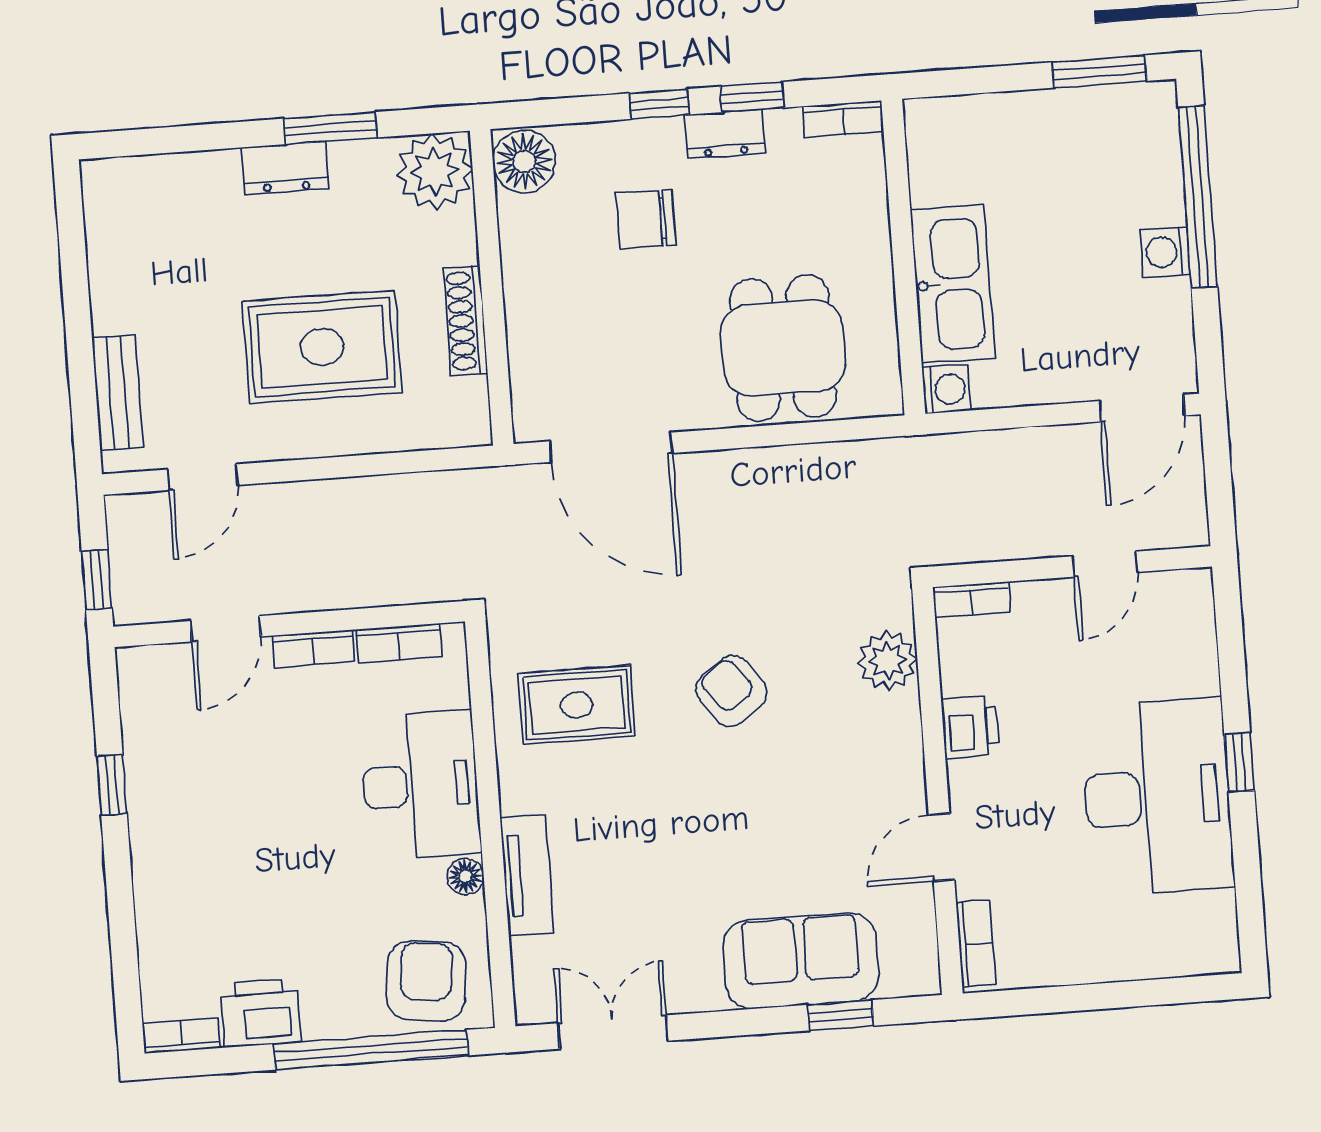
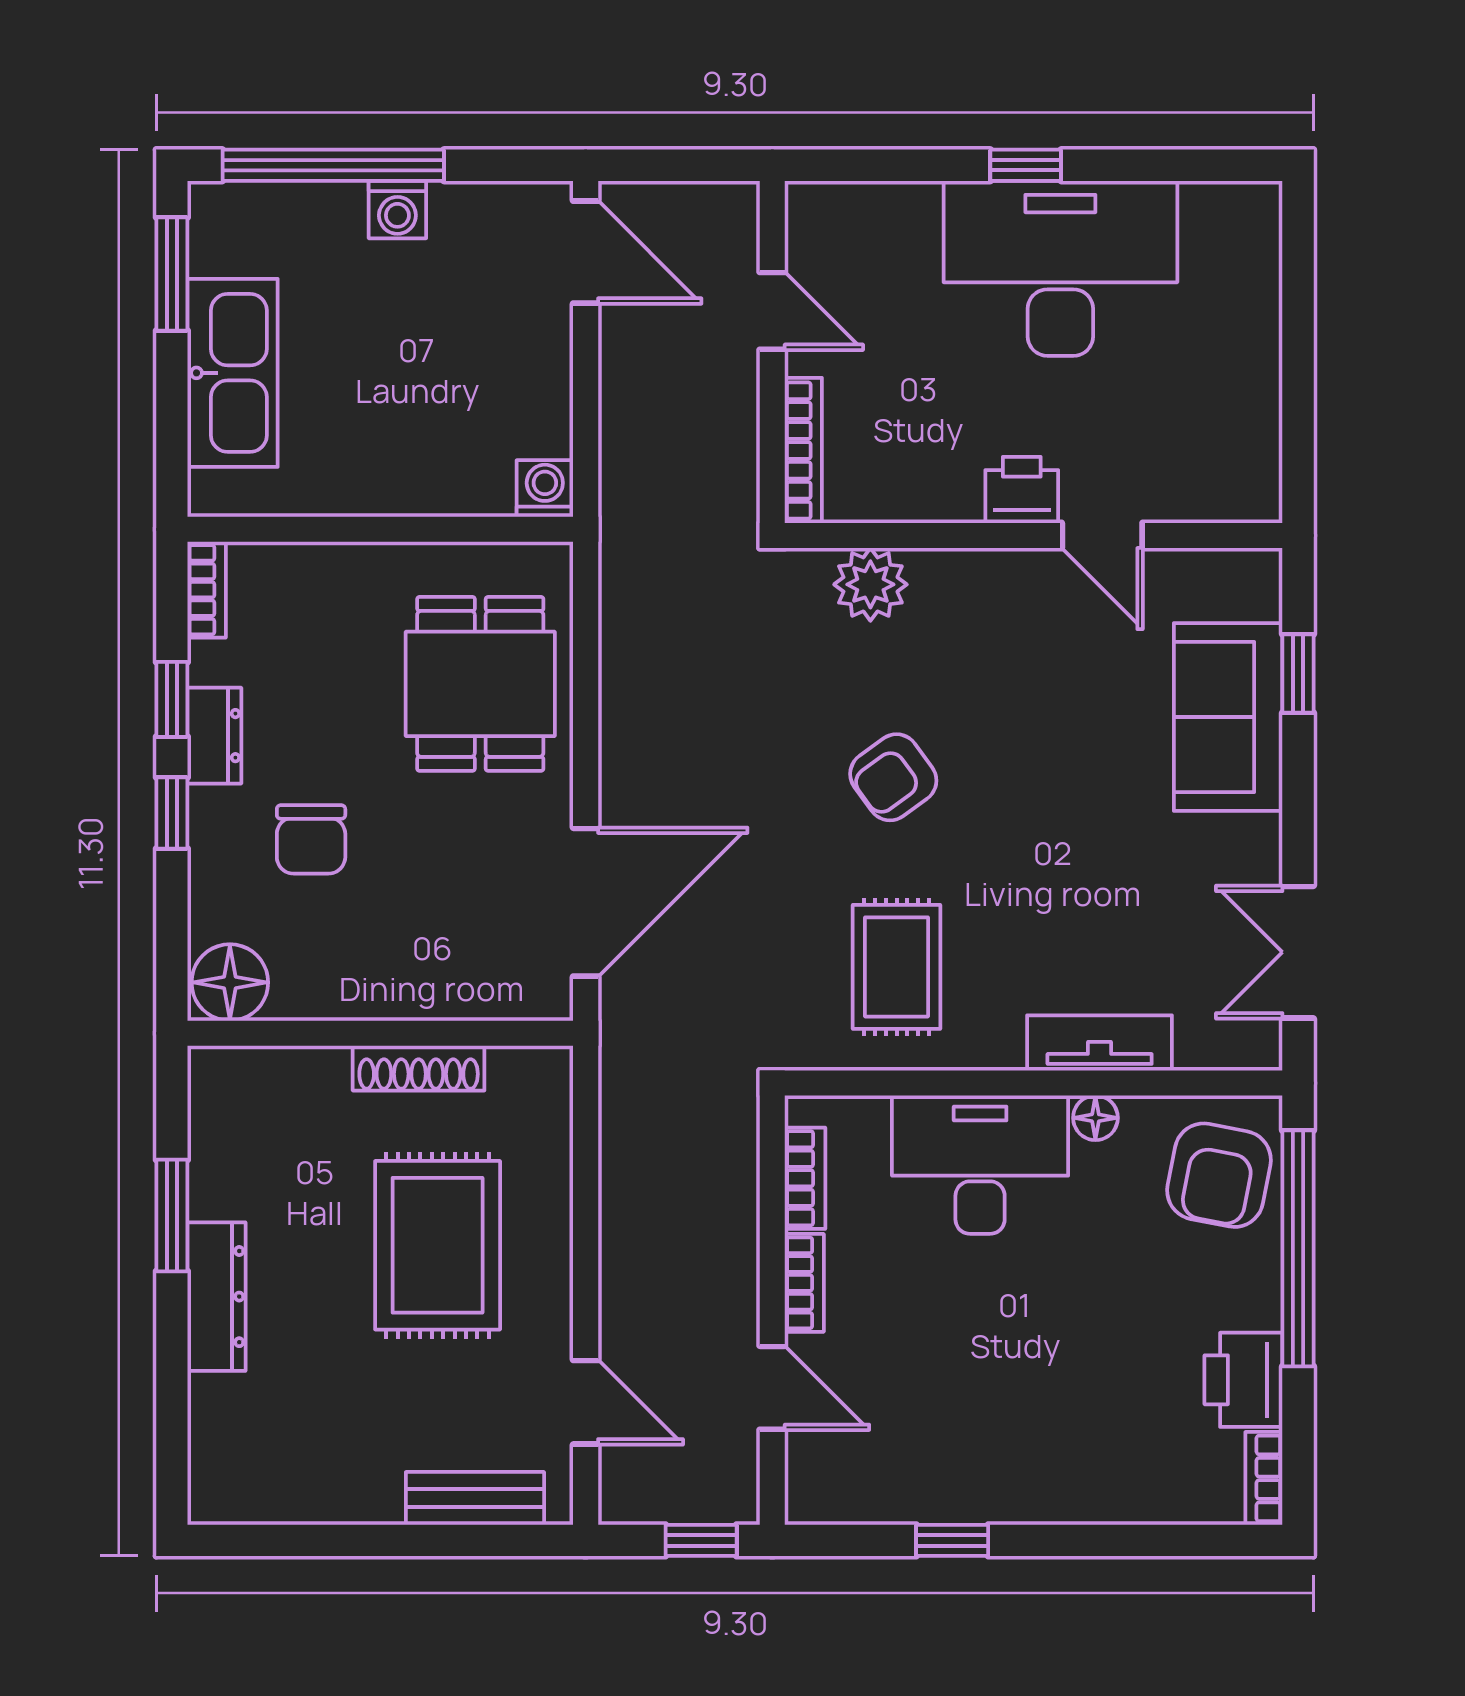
dresser: (285, 168) -> (216, 1297), width x1.44
plant: (435, 172) -> (234, 1092), removed
kitchen sink: (953, 284) -> (233, 373), moved, turned 90
dining table: (783, 348) -> (480, 684), turned 90
bookcase: (972, 599) -> (803, 450), width x1.56
printer: (970, 727) -> (1022, 490), moved
bookcase: (976, 944) -> (1223, 502), removed
armchair: (426, 981) -> (1219, 1175), turned -85

